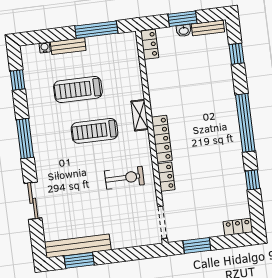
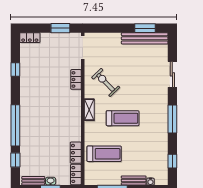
treadmill: (78, 89) -> (104, 154), moved
shelving: (140, 115) -> (89, 110), moved
window: (245, 123) -> (15, 125), moved
locker: (162, 139) -> (76, 153), moved, width x0.66
exercise bike: (124, 178) -> (106, 82), turned 46

